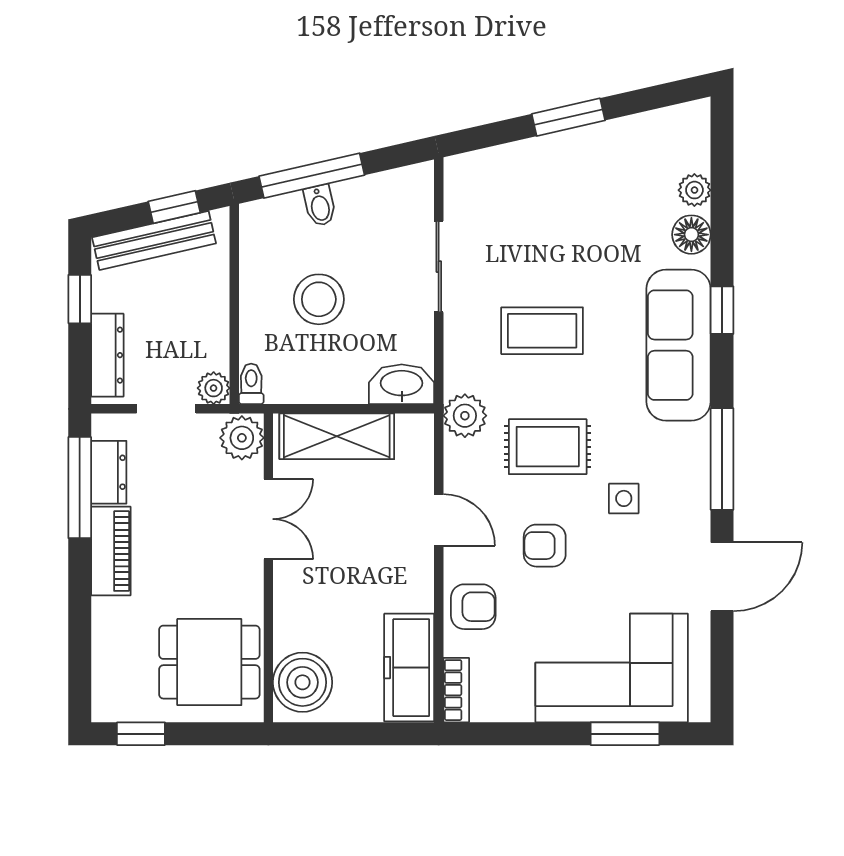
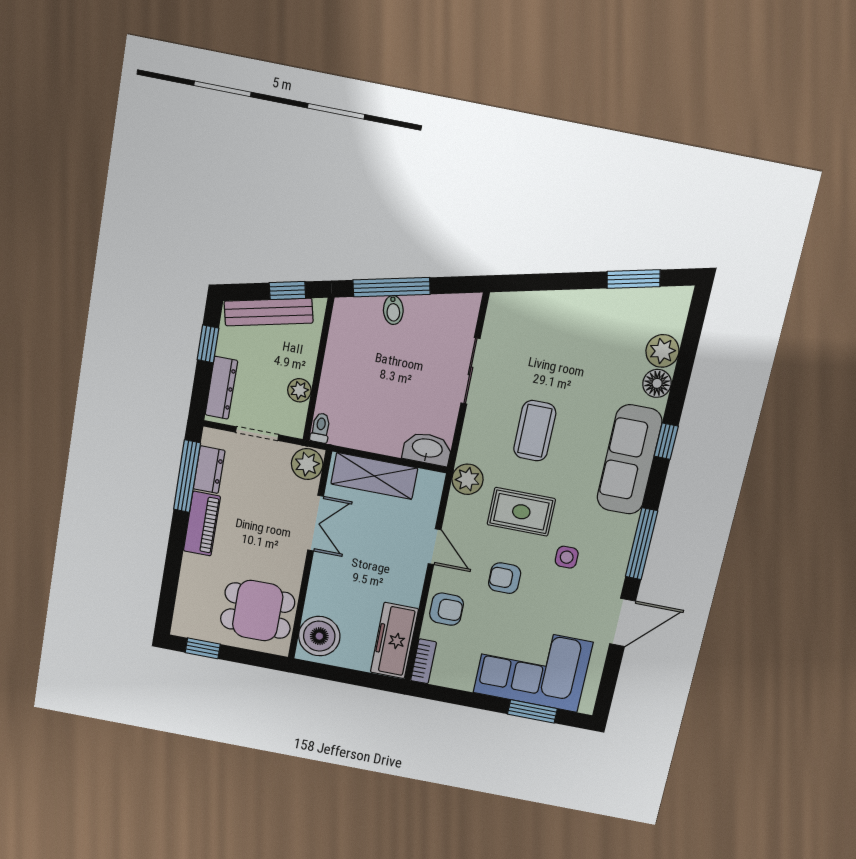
window: (568, 117) -> (634, 279), moved
plant: (694, 190) -> (662, 351), width x1.38, depth x1.38
stool: (319, 299) -> (380, 377), removed
coffee table: (542, 331) -> (535, 431), turned 90
plant: (214, 388) -> (299, 390), moved

